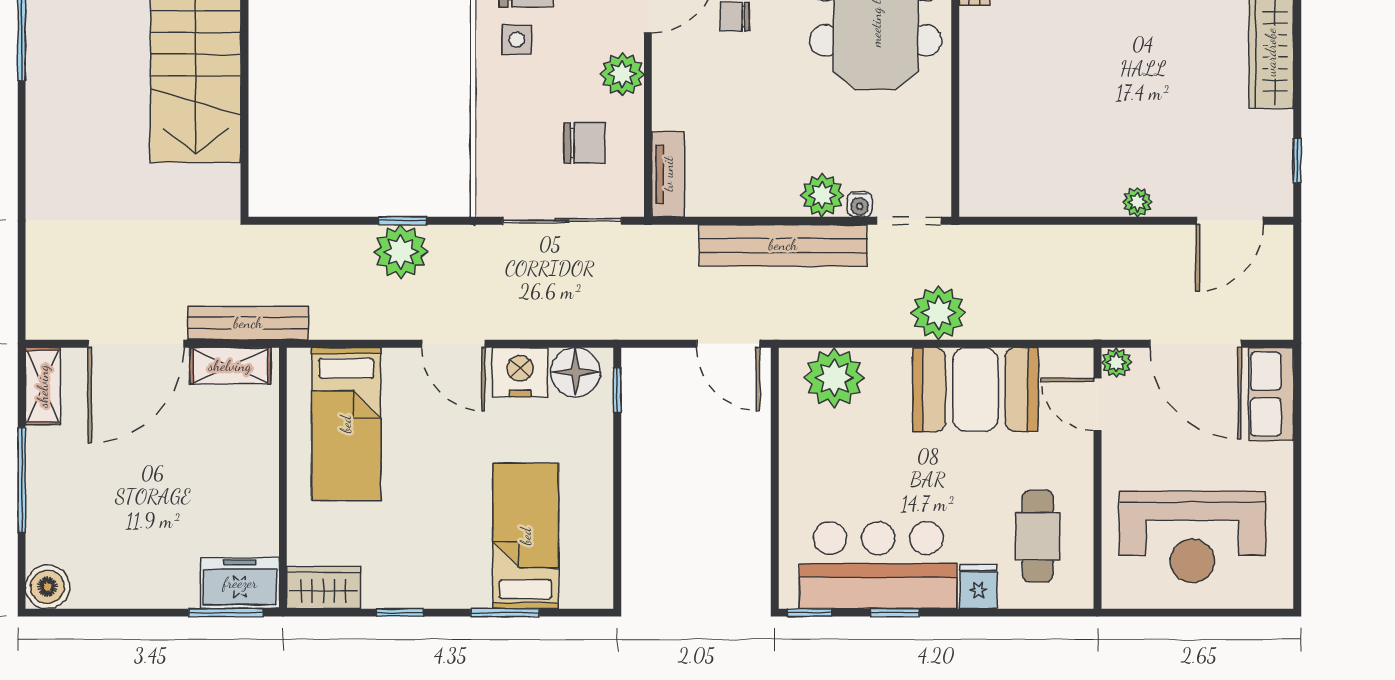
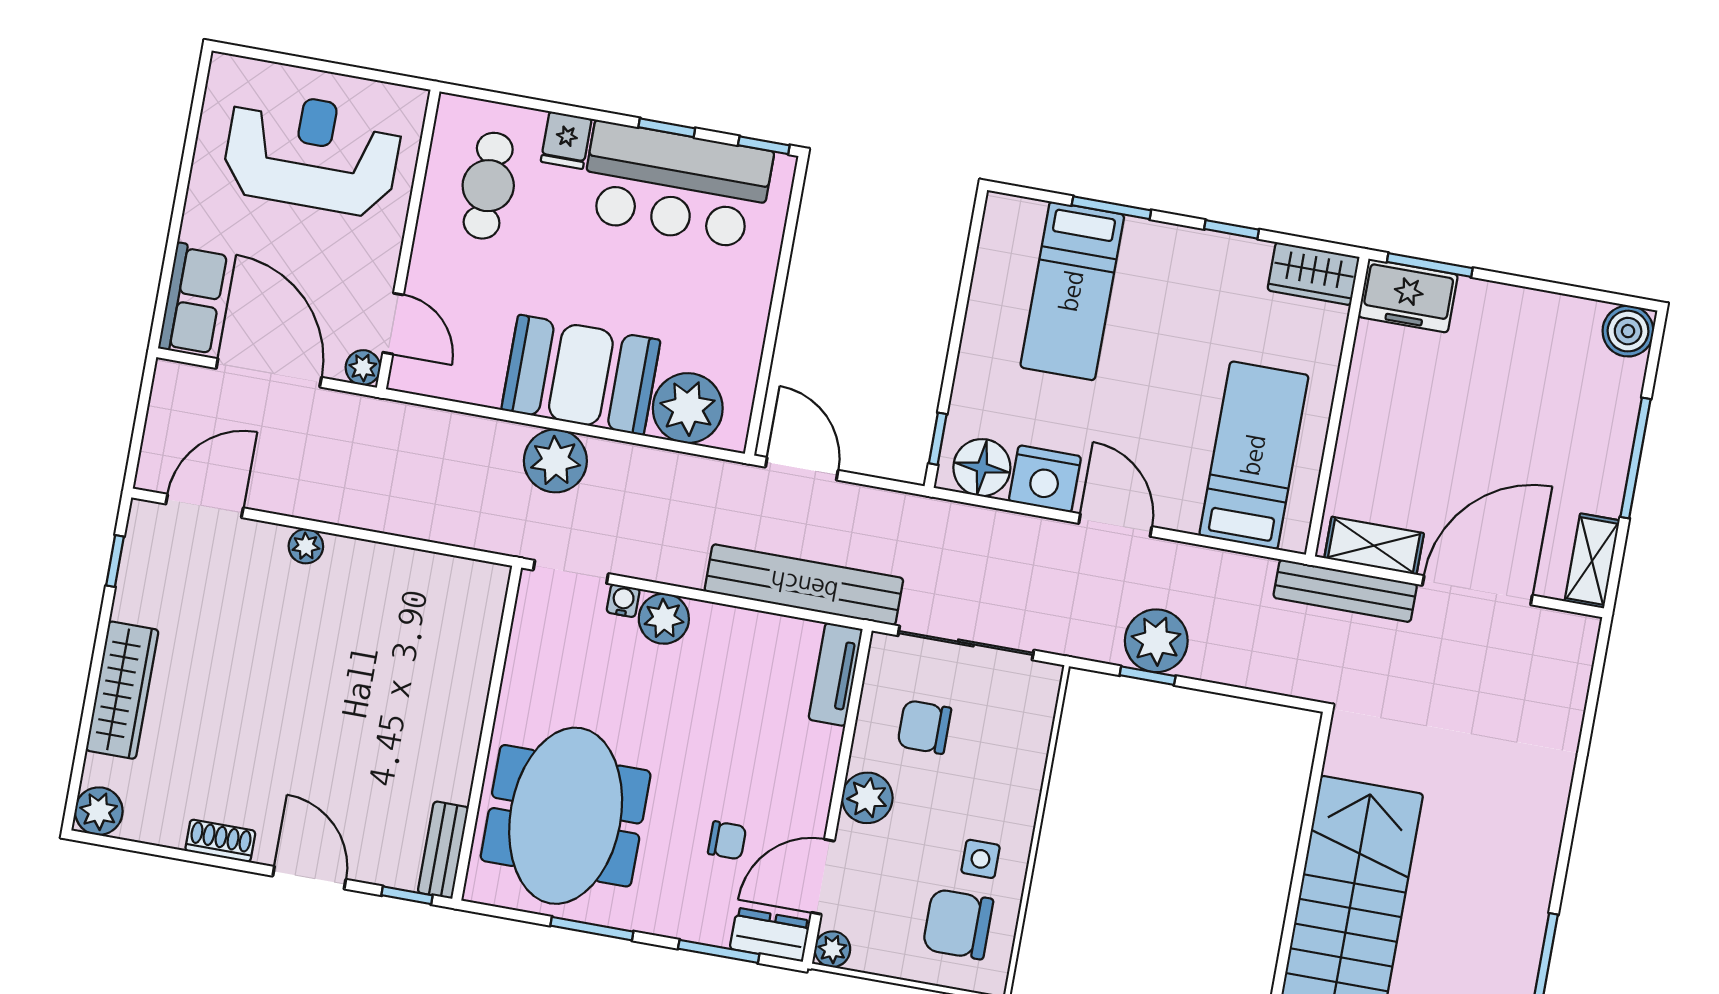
bench: (783, 245) -> (804, 585), moved
booth: (975, 389) -> (581, 375), moved

